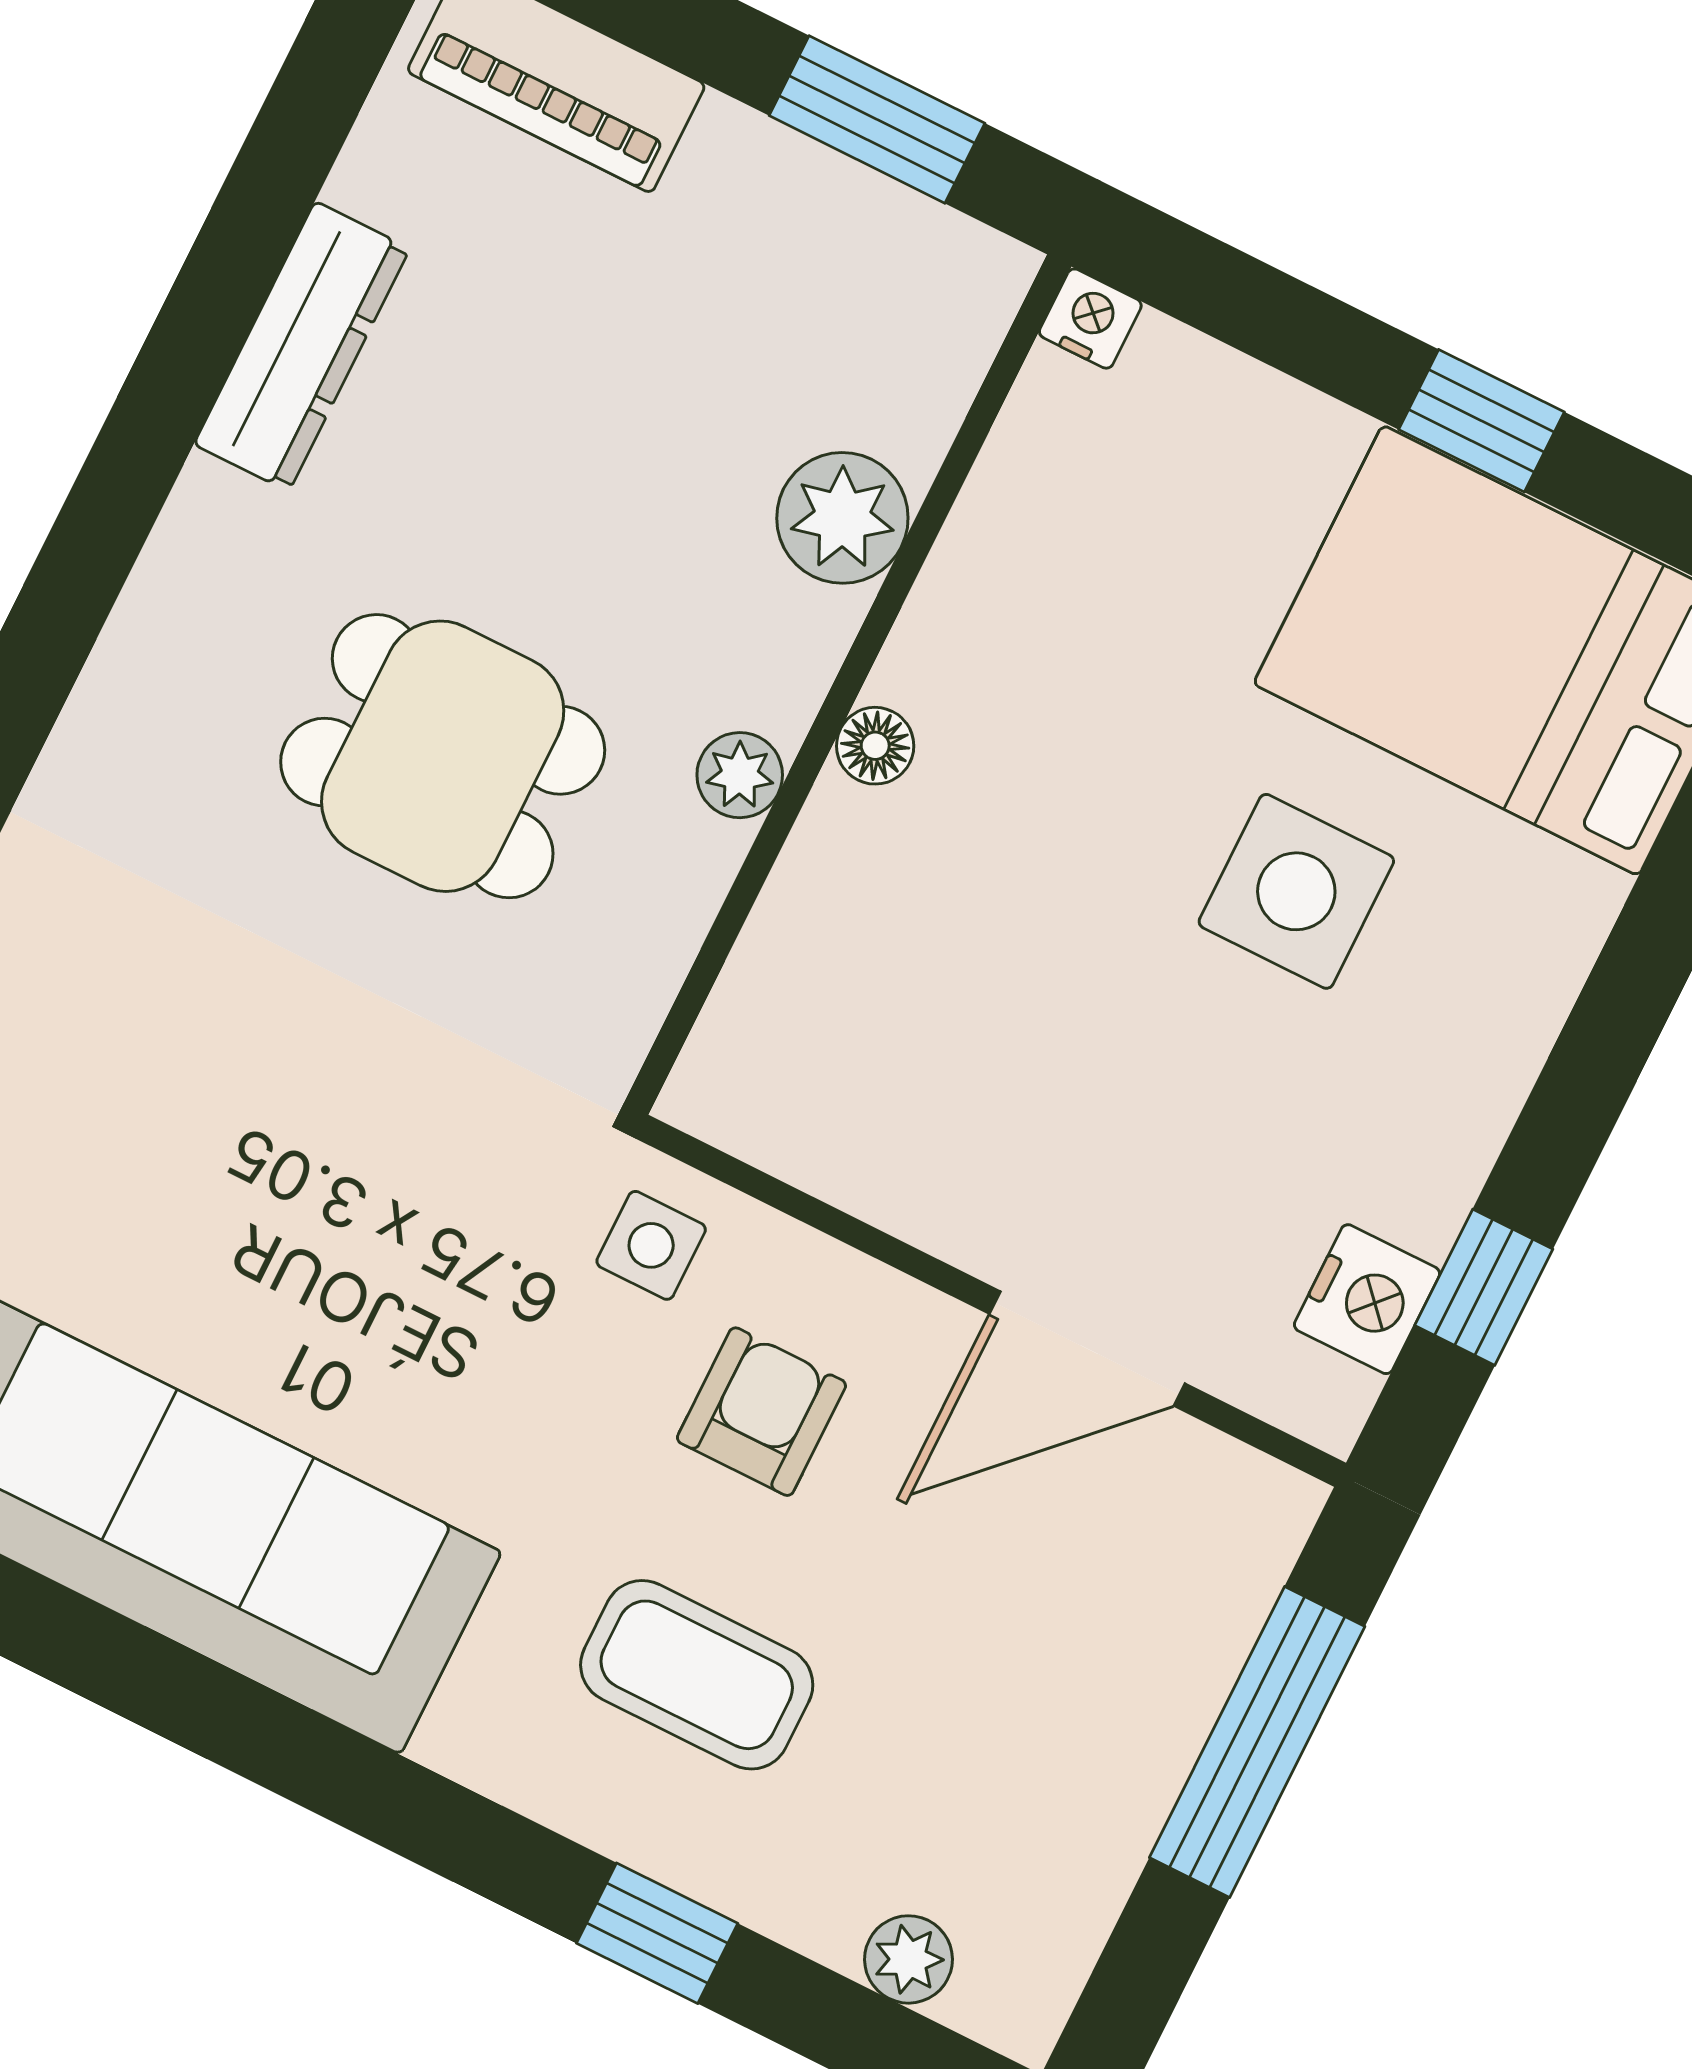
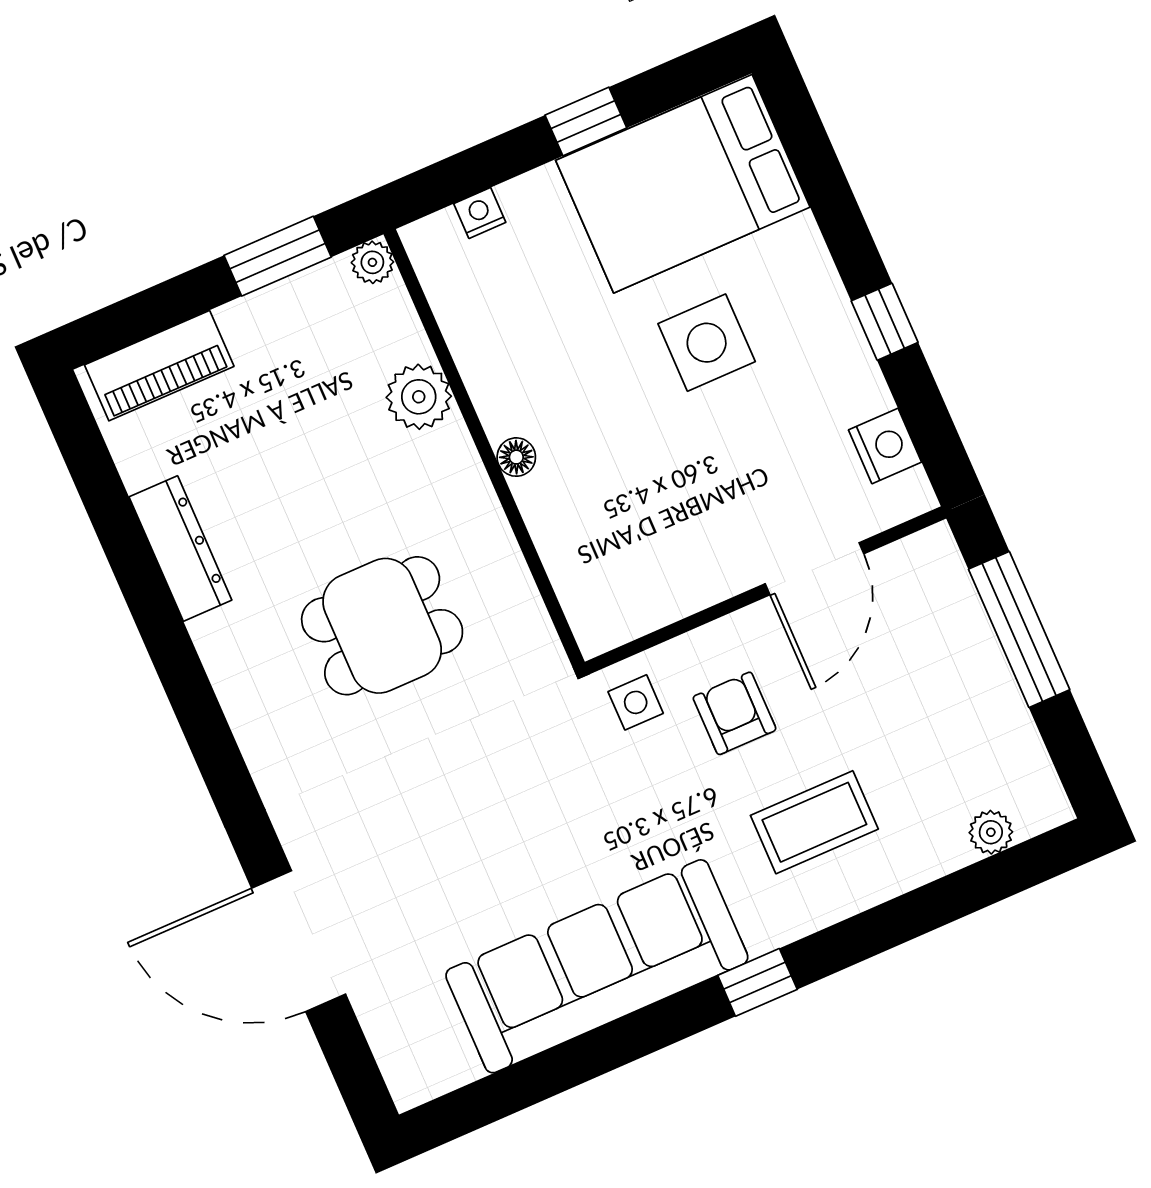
nightstand: (1090, 319) -> (480, 213), moved
plant: (740, 775) -> (372, 262), moved
window: (1484, 1287) -> (885, 322), moved
window: (657, 1933) -> (757, 982), moved

